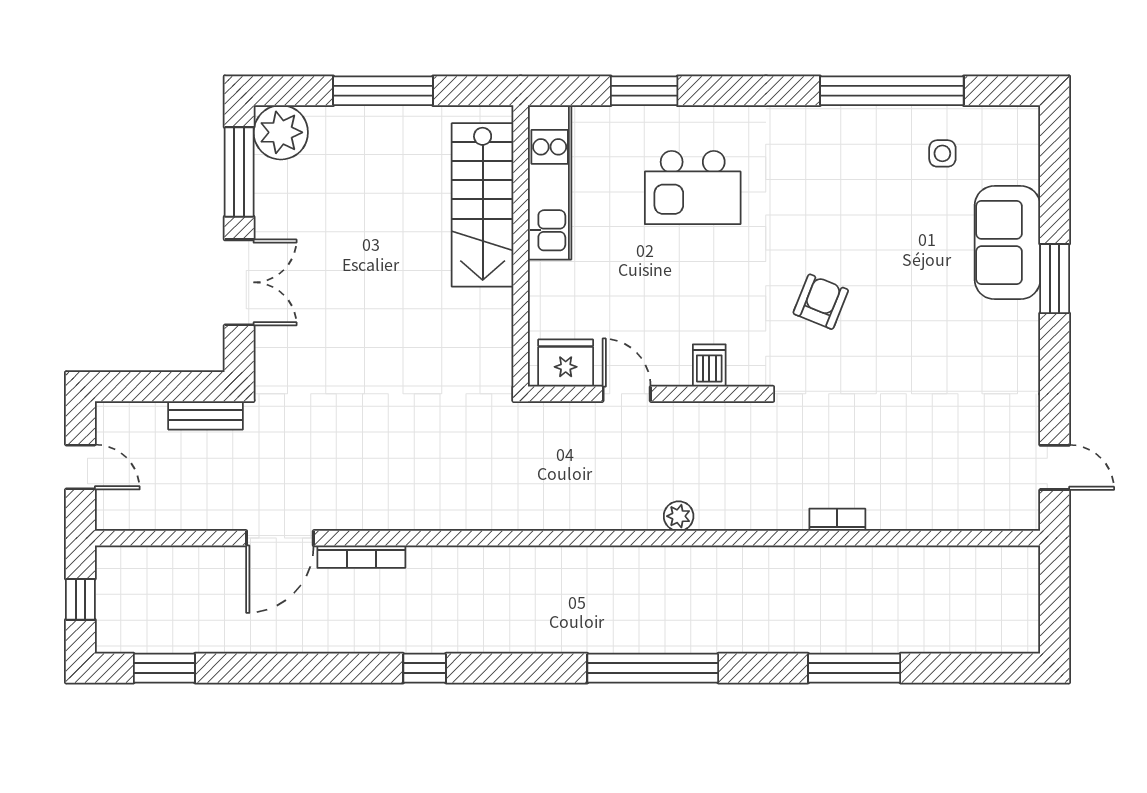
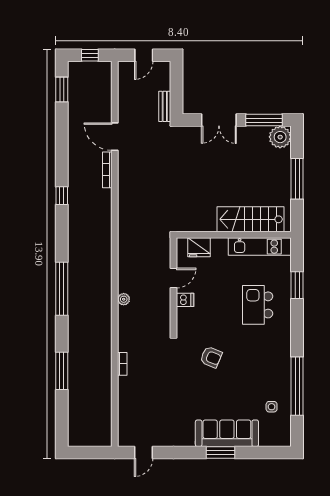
sofa: (1007, 243) -> (227, 433), width x1.36
fridge: (566, 363) -> (199, 247), moved, turned 90
dishwasher: (709, 365) -> (185, 300), moved

